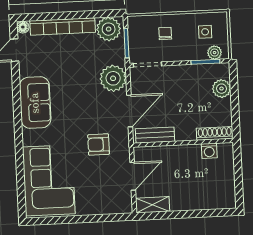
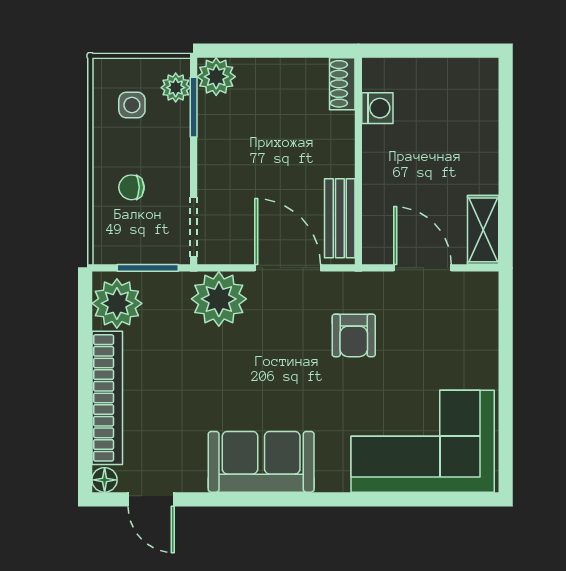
plant: (222, 89) -> (216, 77), moved
shoe rack: (215, 133) -> (342, 84), width x0.70

